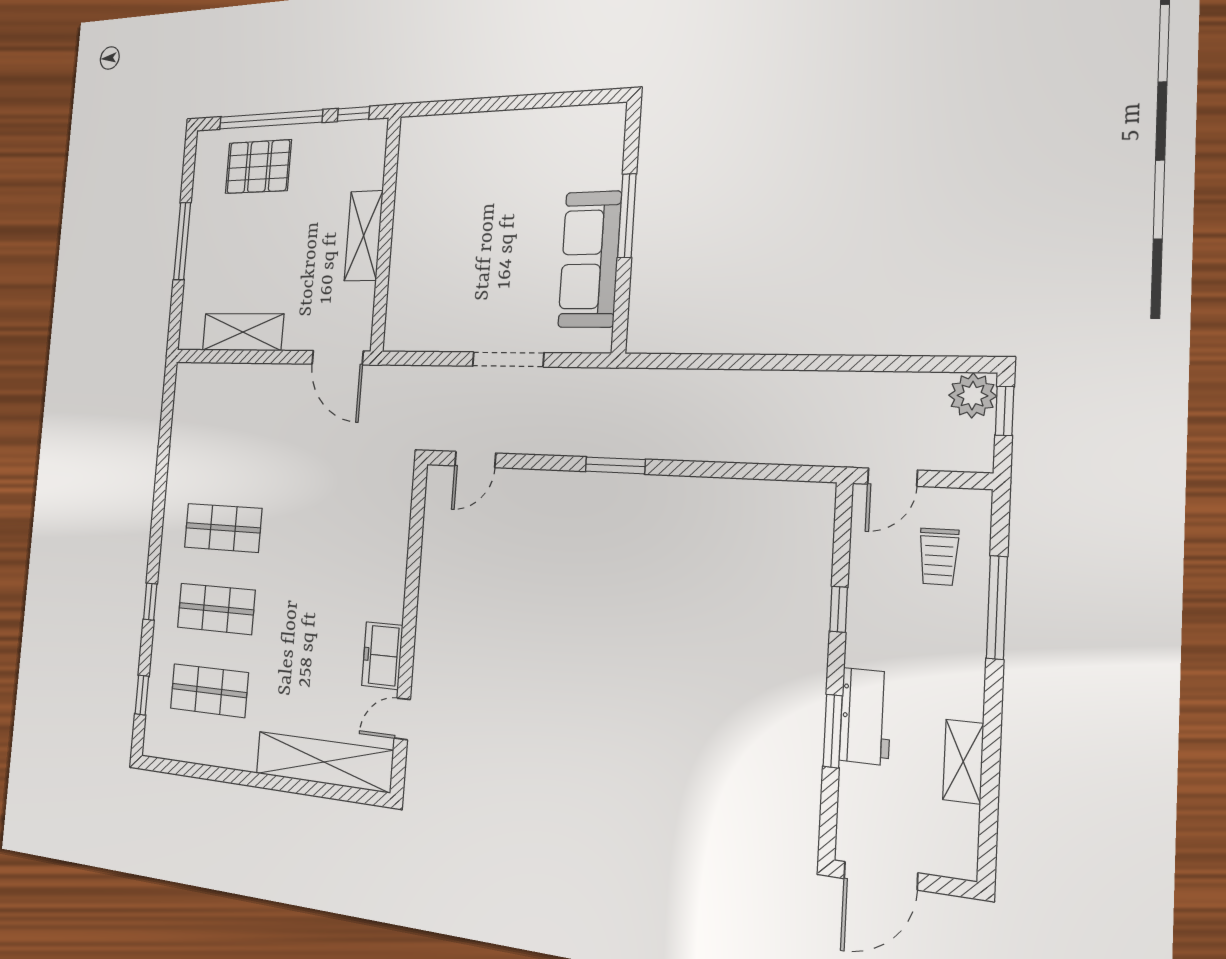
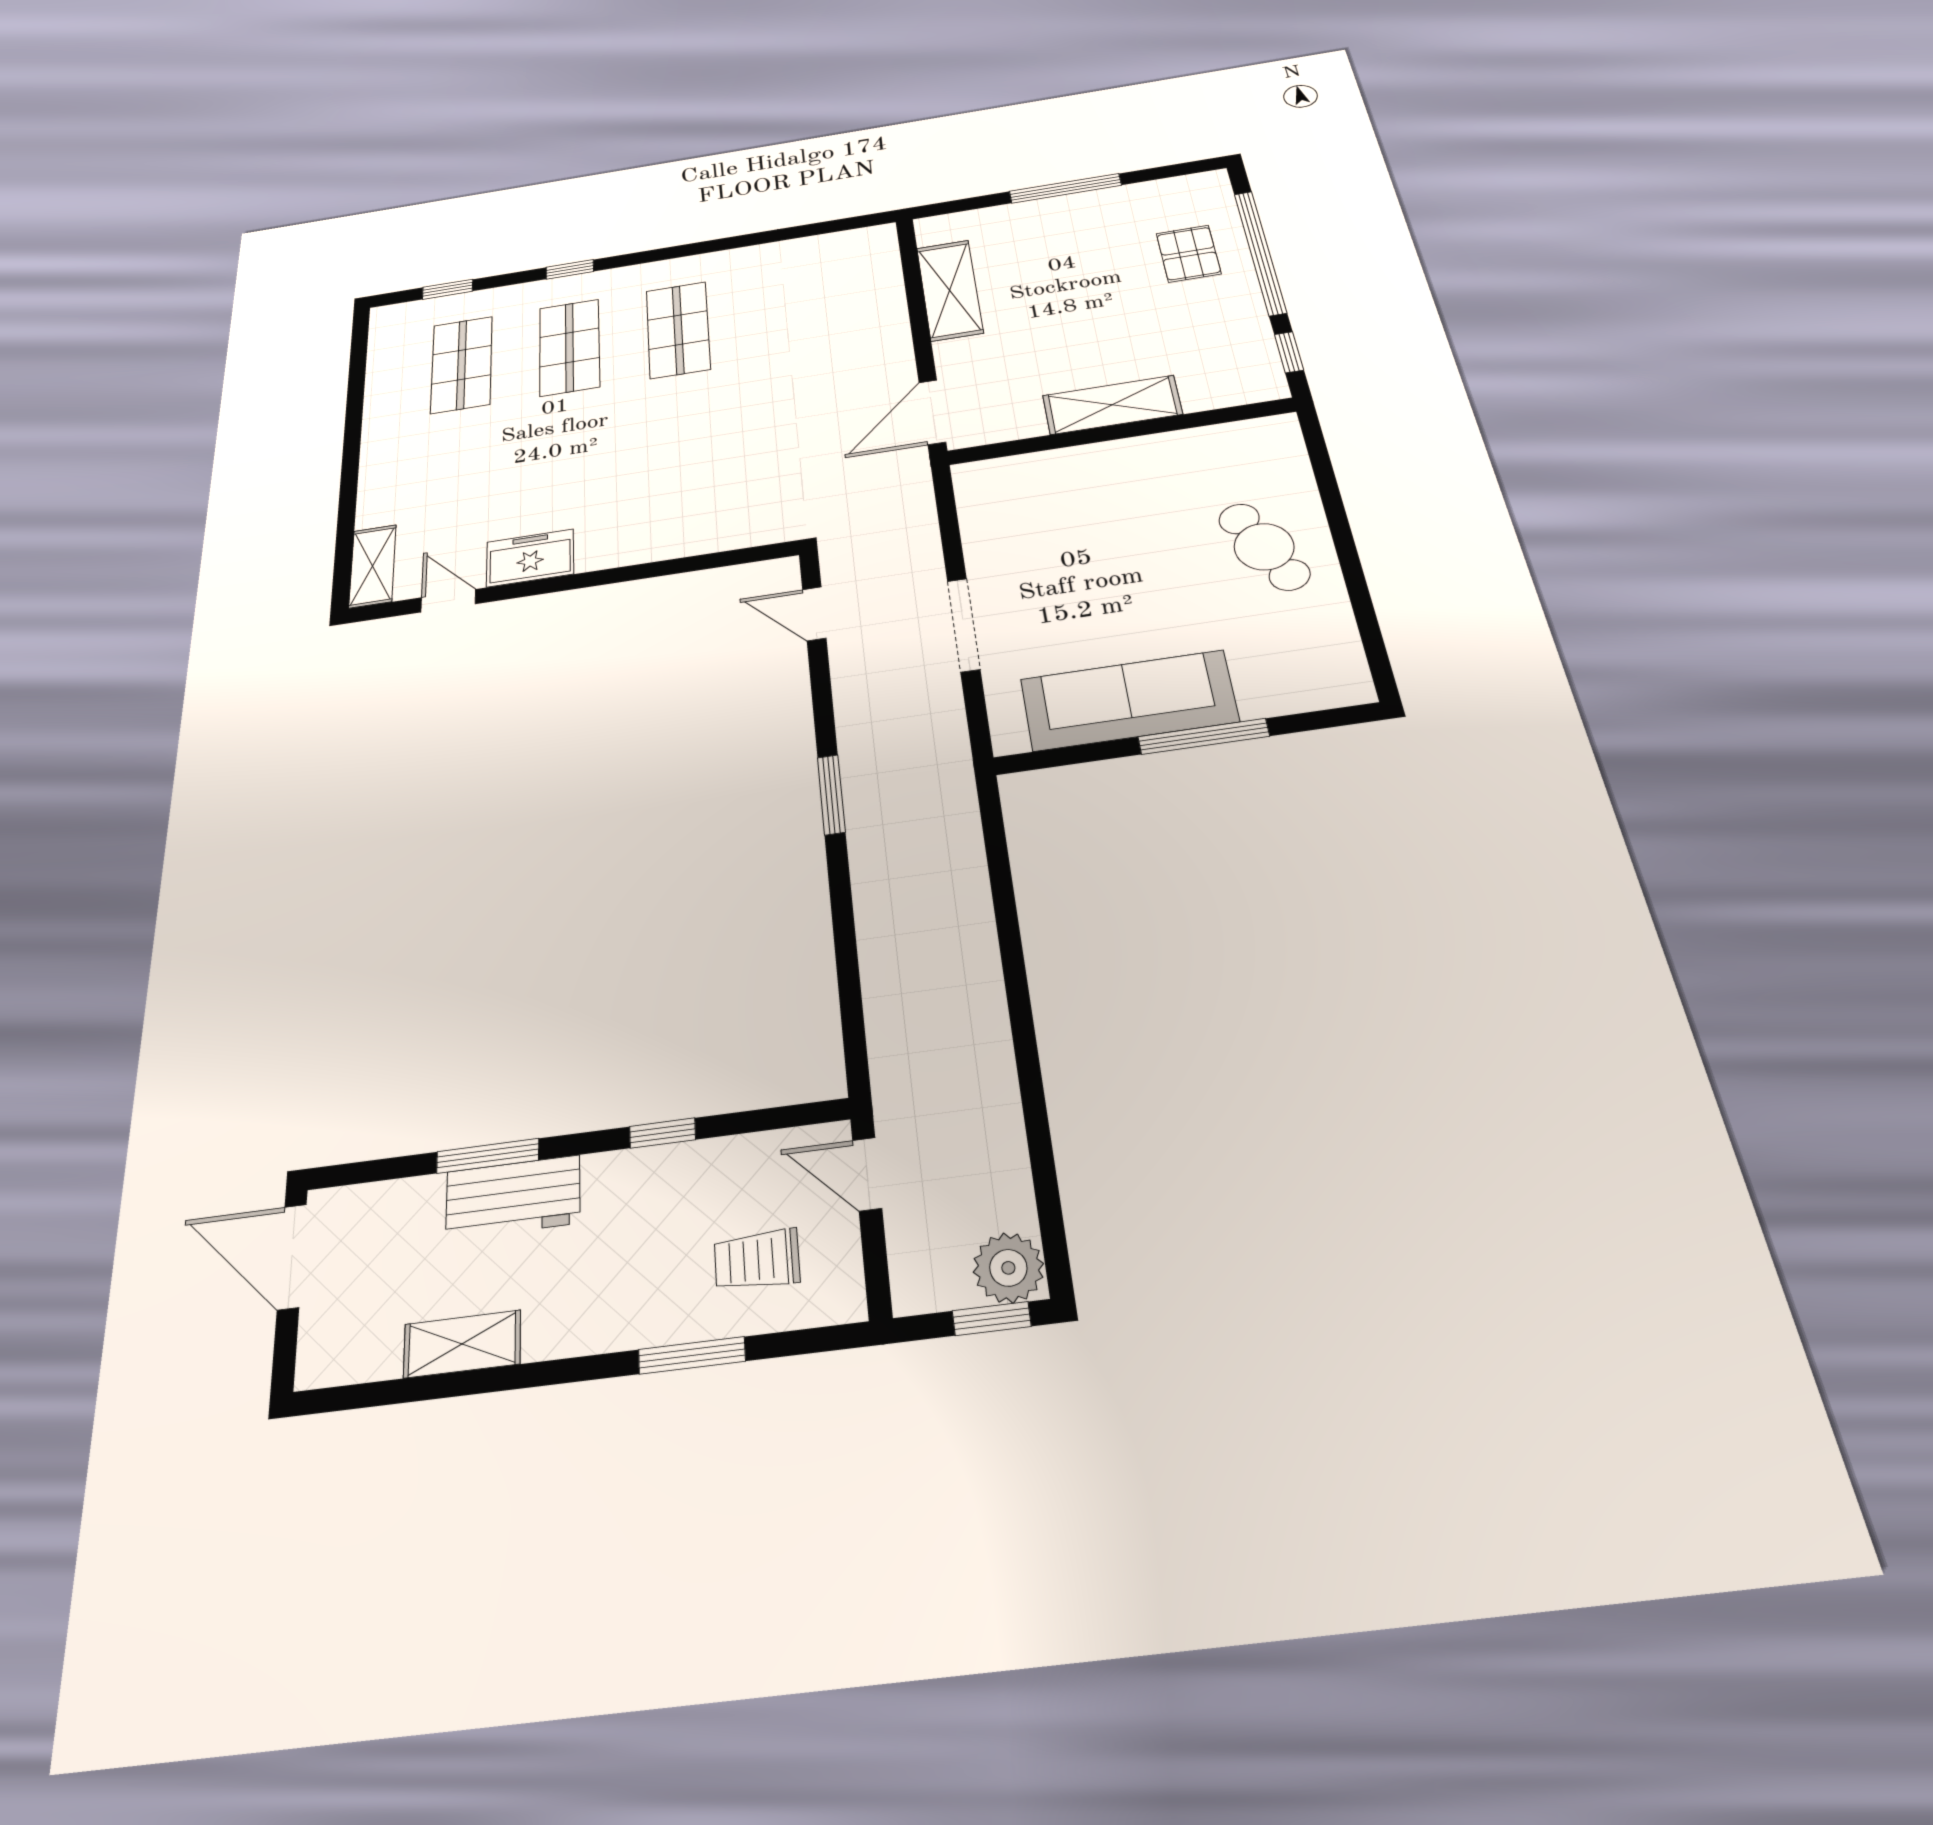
cafe table: (497, 154) -> (1264, 547), added
pallet: (258, 167) -> (1189, 254), width x0.67, depth x0.71
window: (997, 607) -> (692, 1355), width x0.69
shelving: (324, 762) -> (373, 566), width x0.45, depth x0.75

